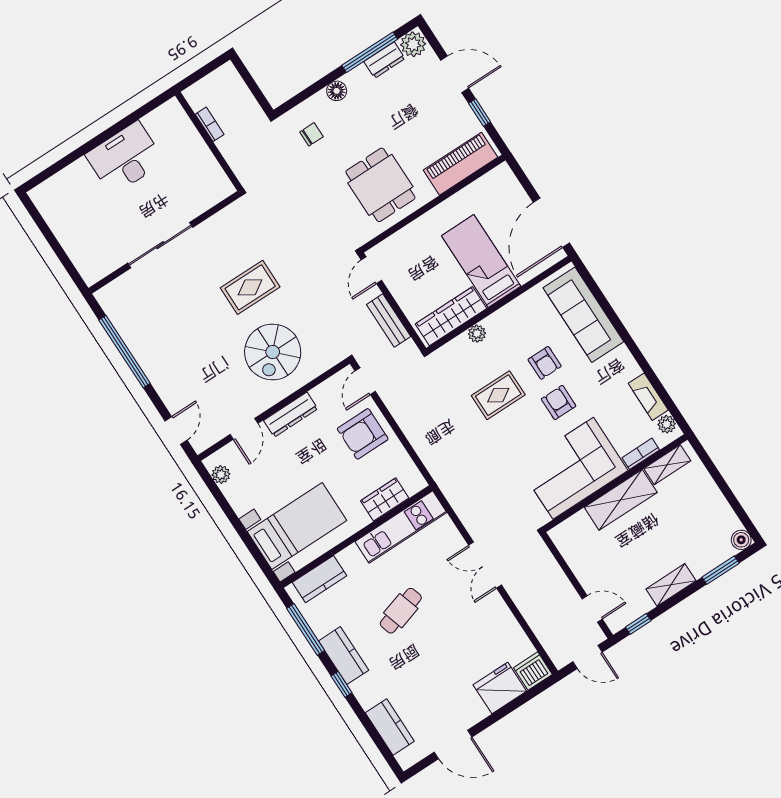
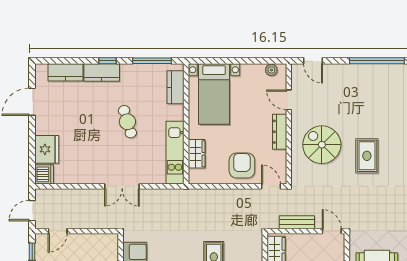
double door: (485, 565) -> (122, 186), swing flipped
kitchen counter: (344, 656) -> (102, 73), moved

